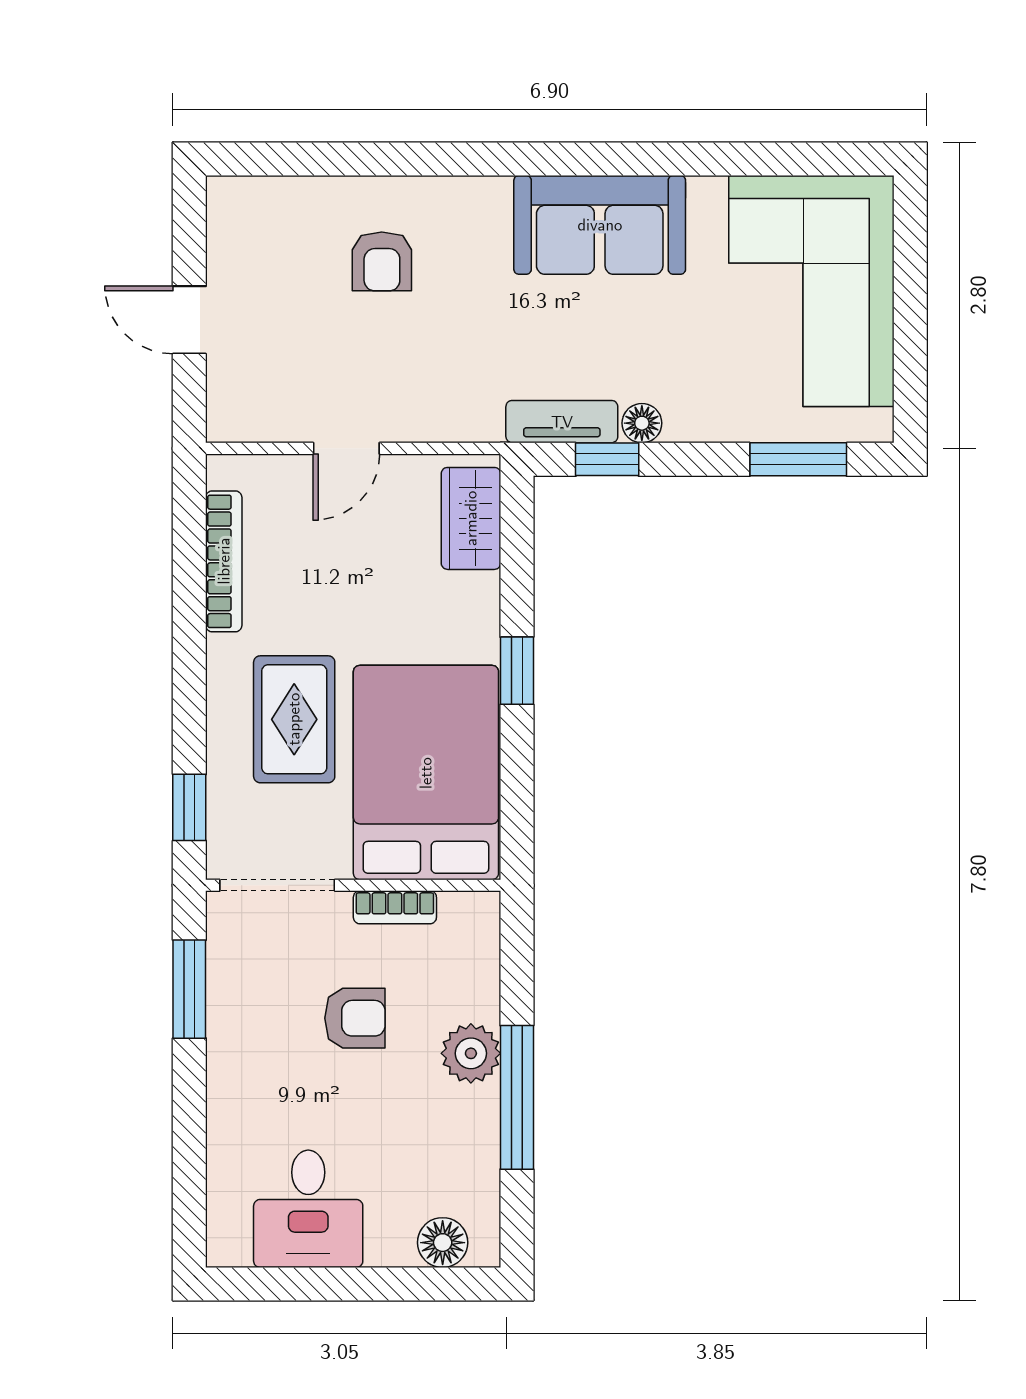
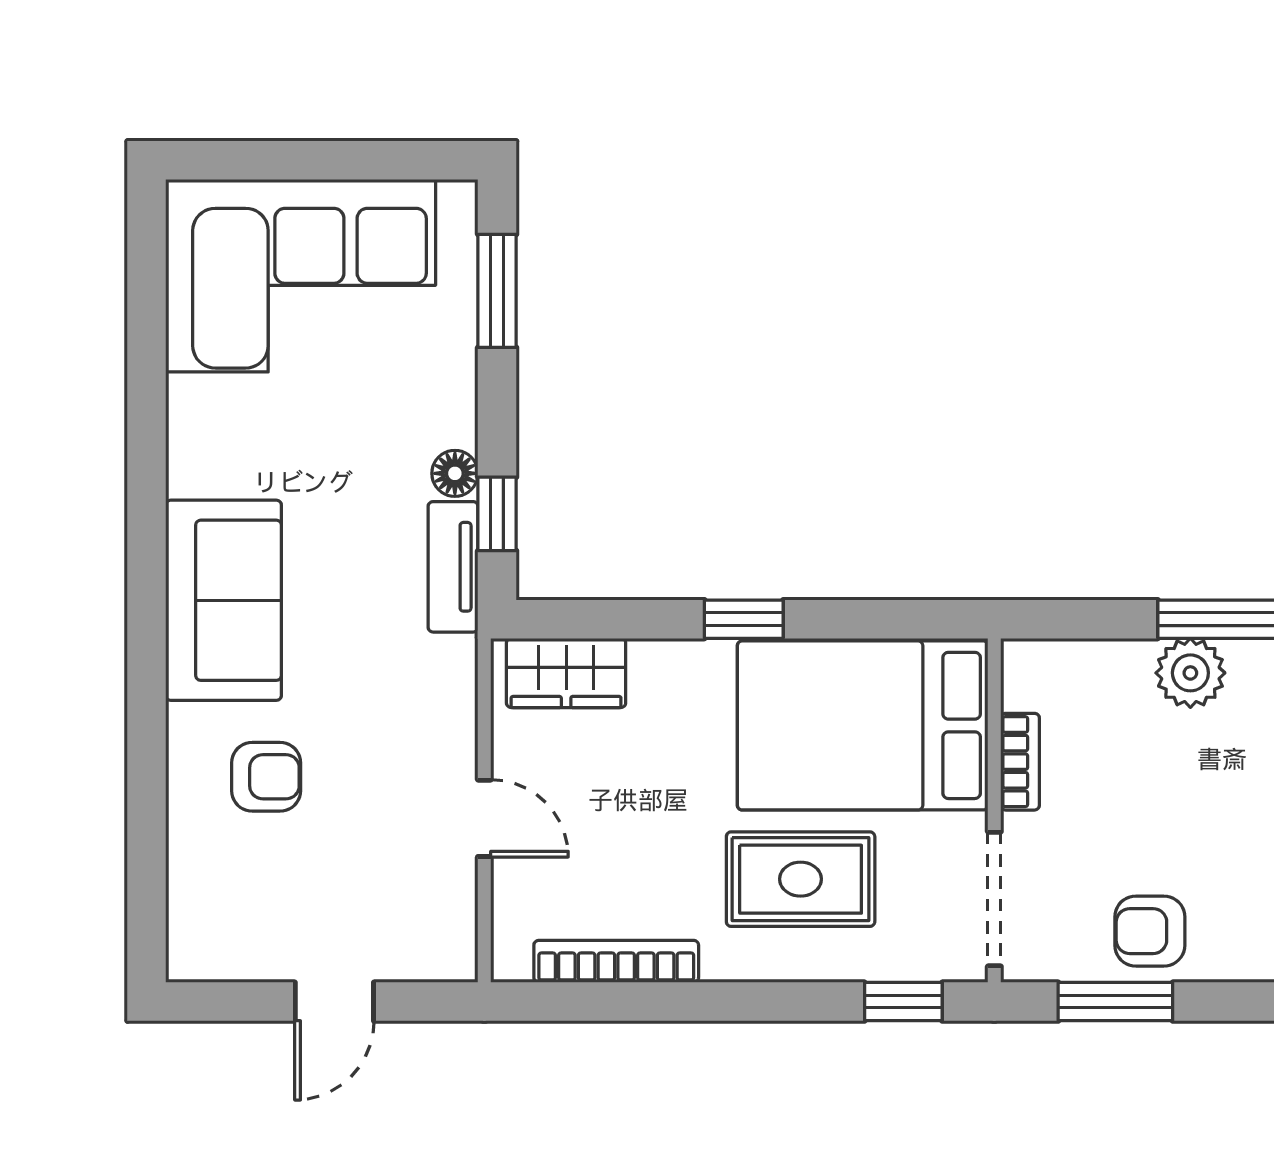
sofa: (600, 225) -> (224, 600), moved
armchair: (355, 1018) -> (1150, 931), moved, turned -90

